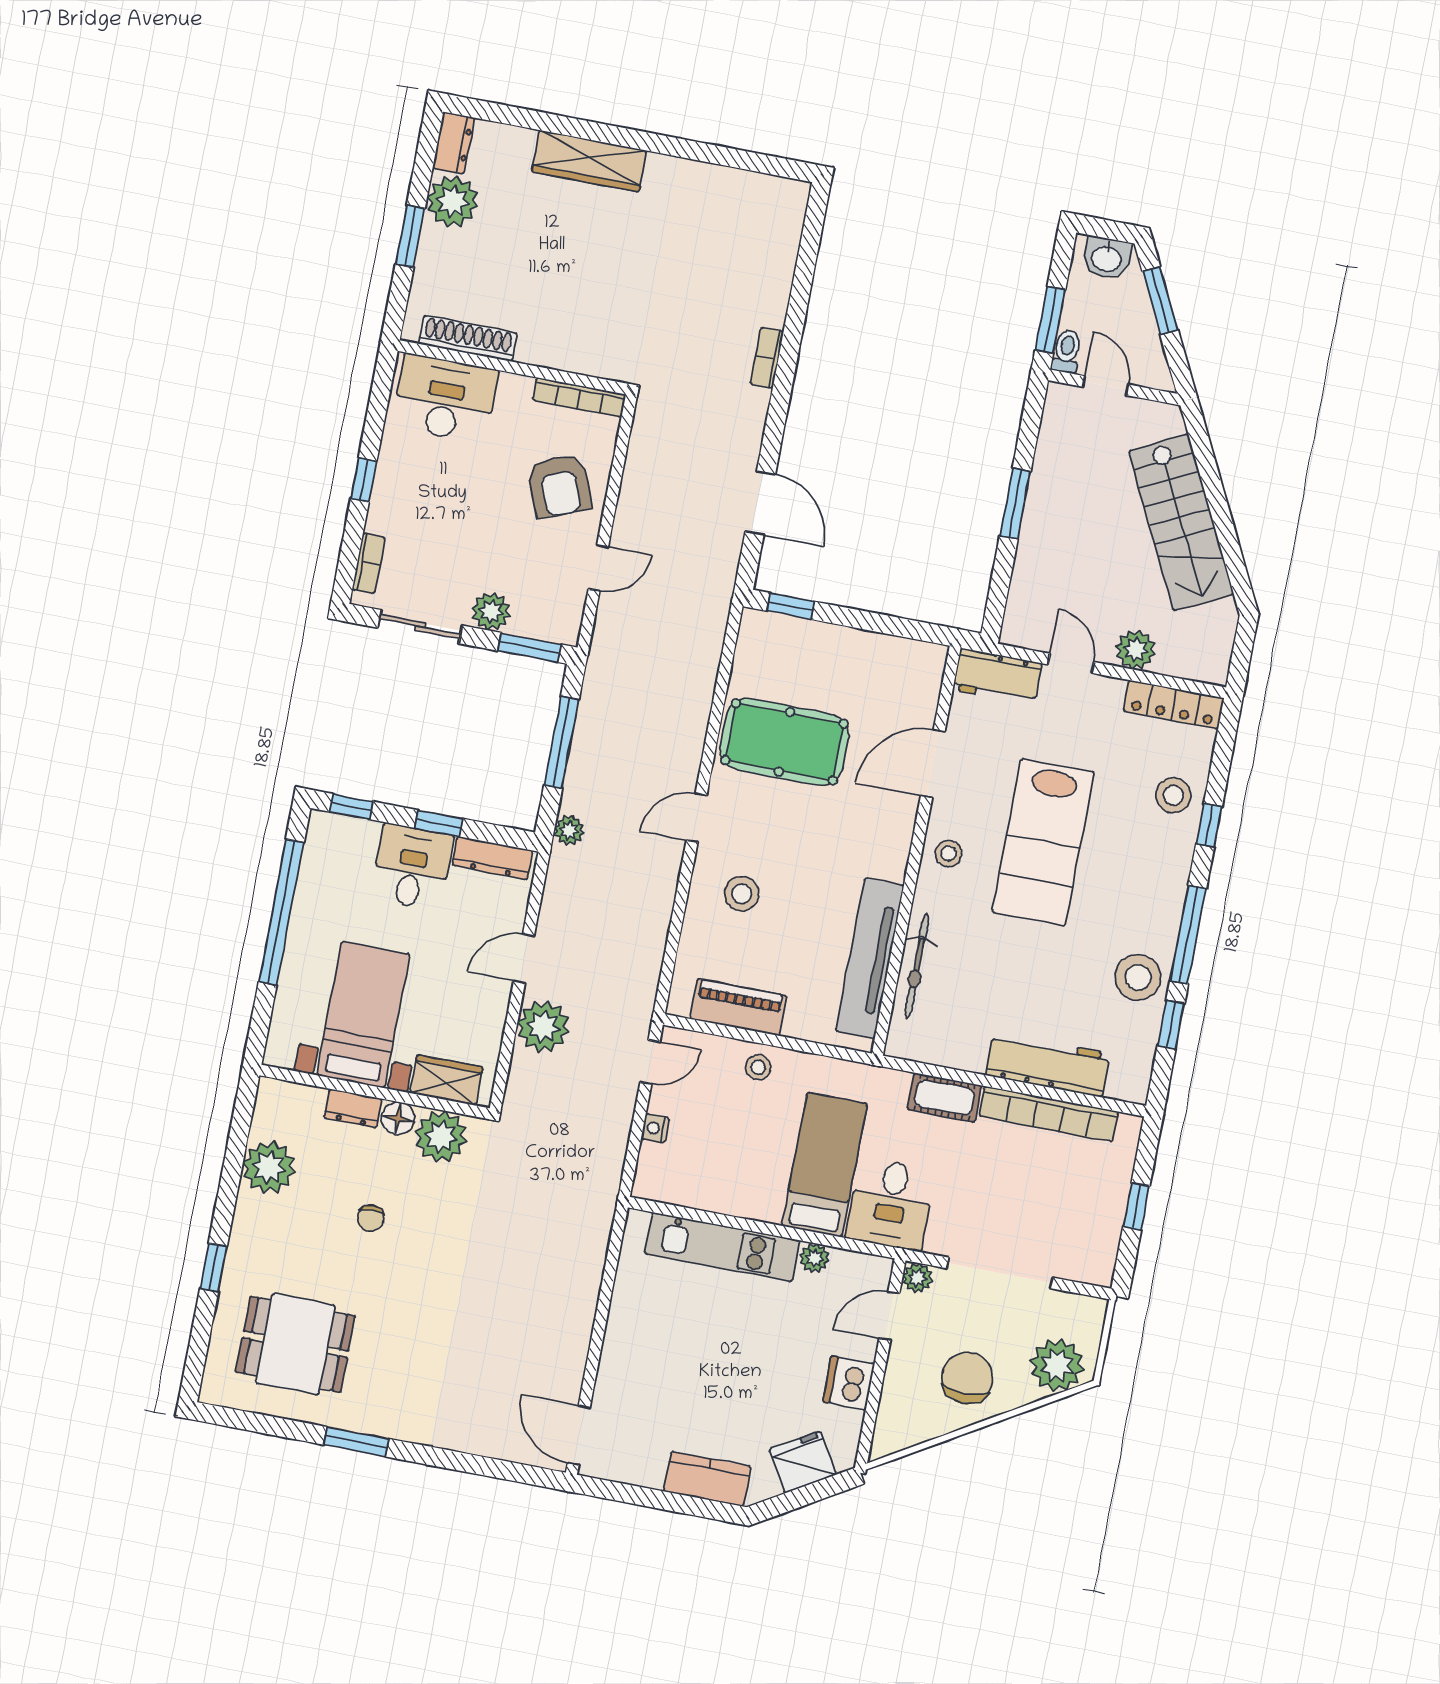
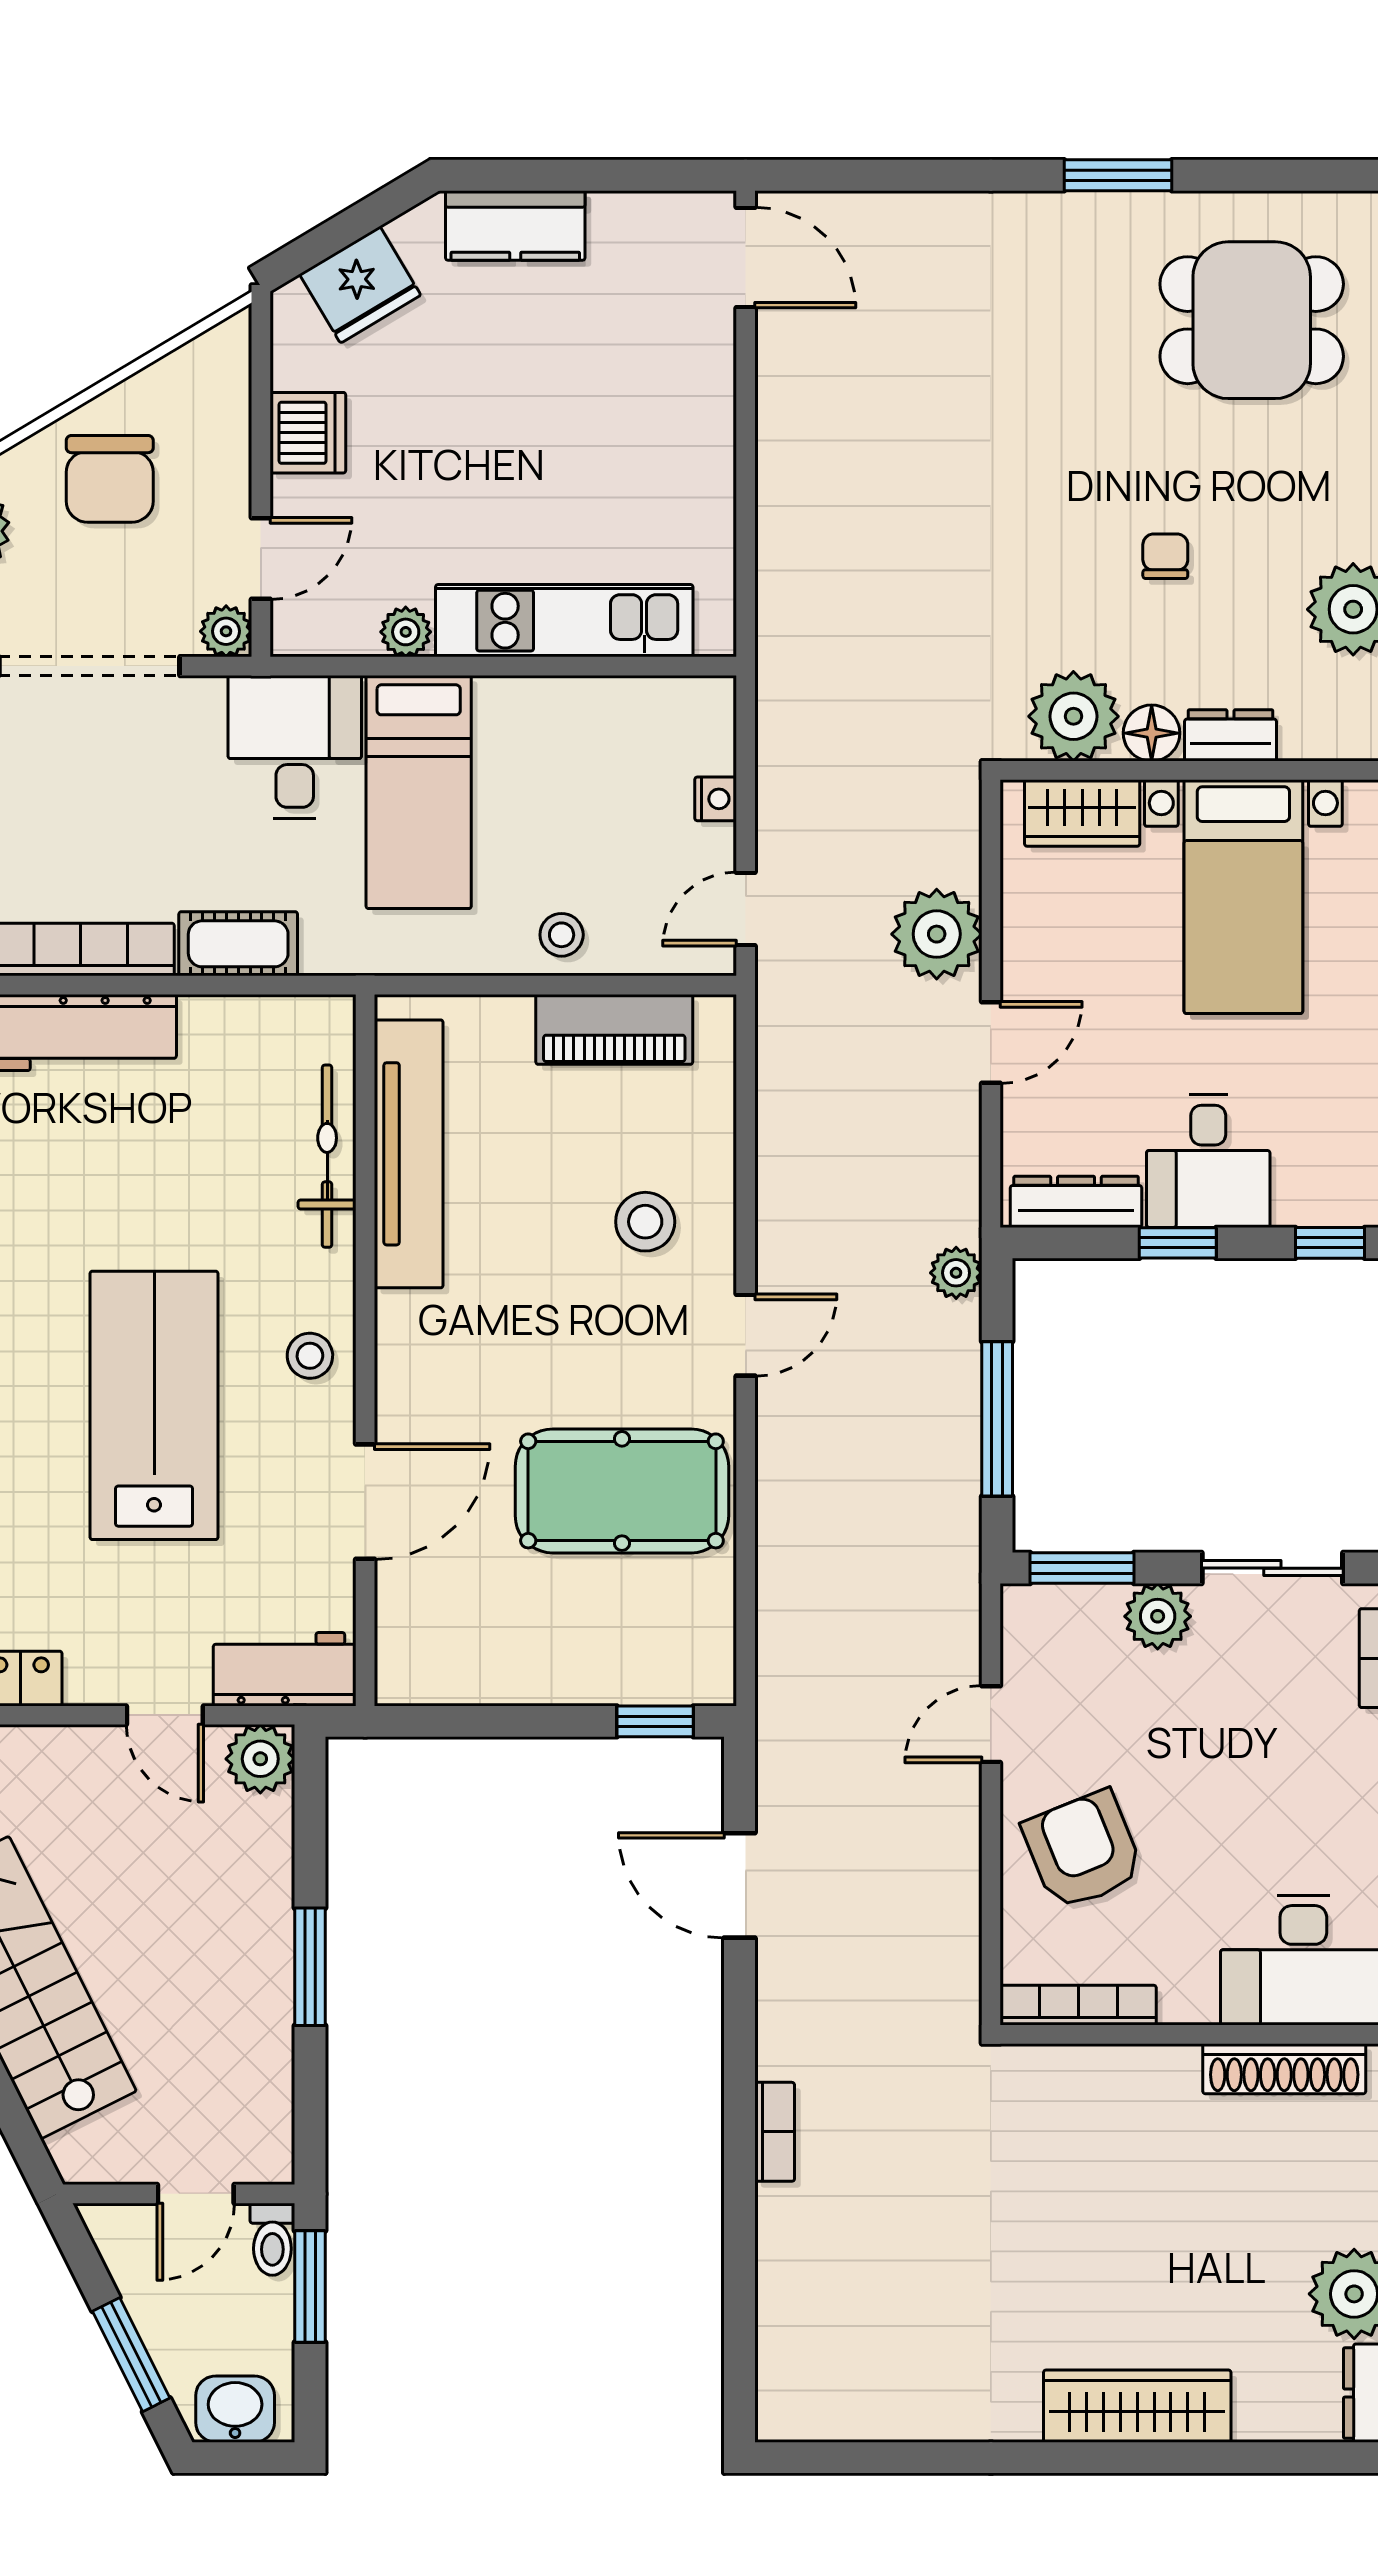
door: (1106, 386) -> (196, 2194), hinge flipped
plant: (1136, 650) -> (260, 1759), moved

